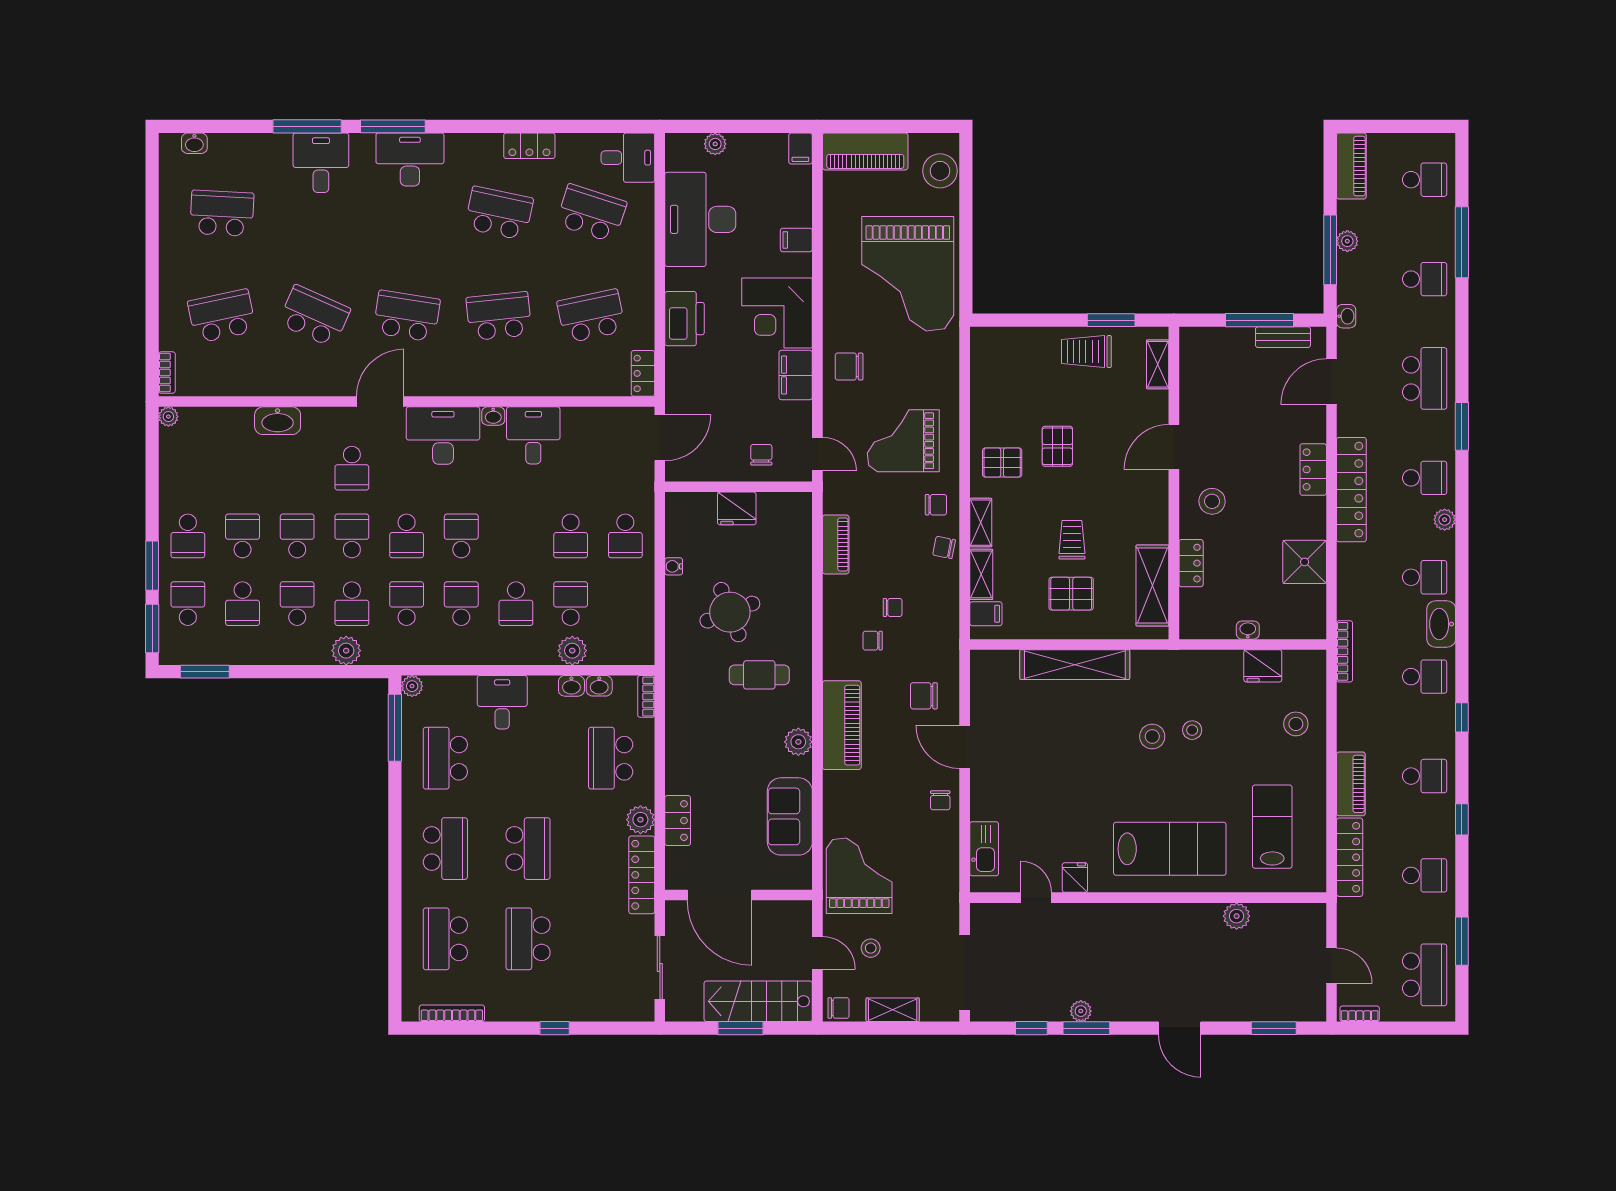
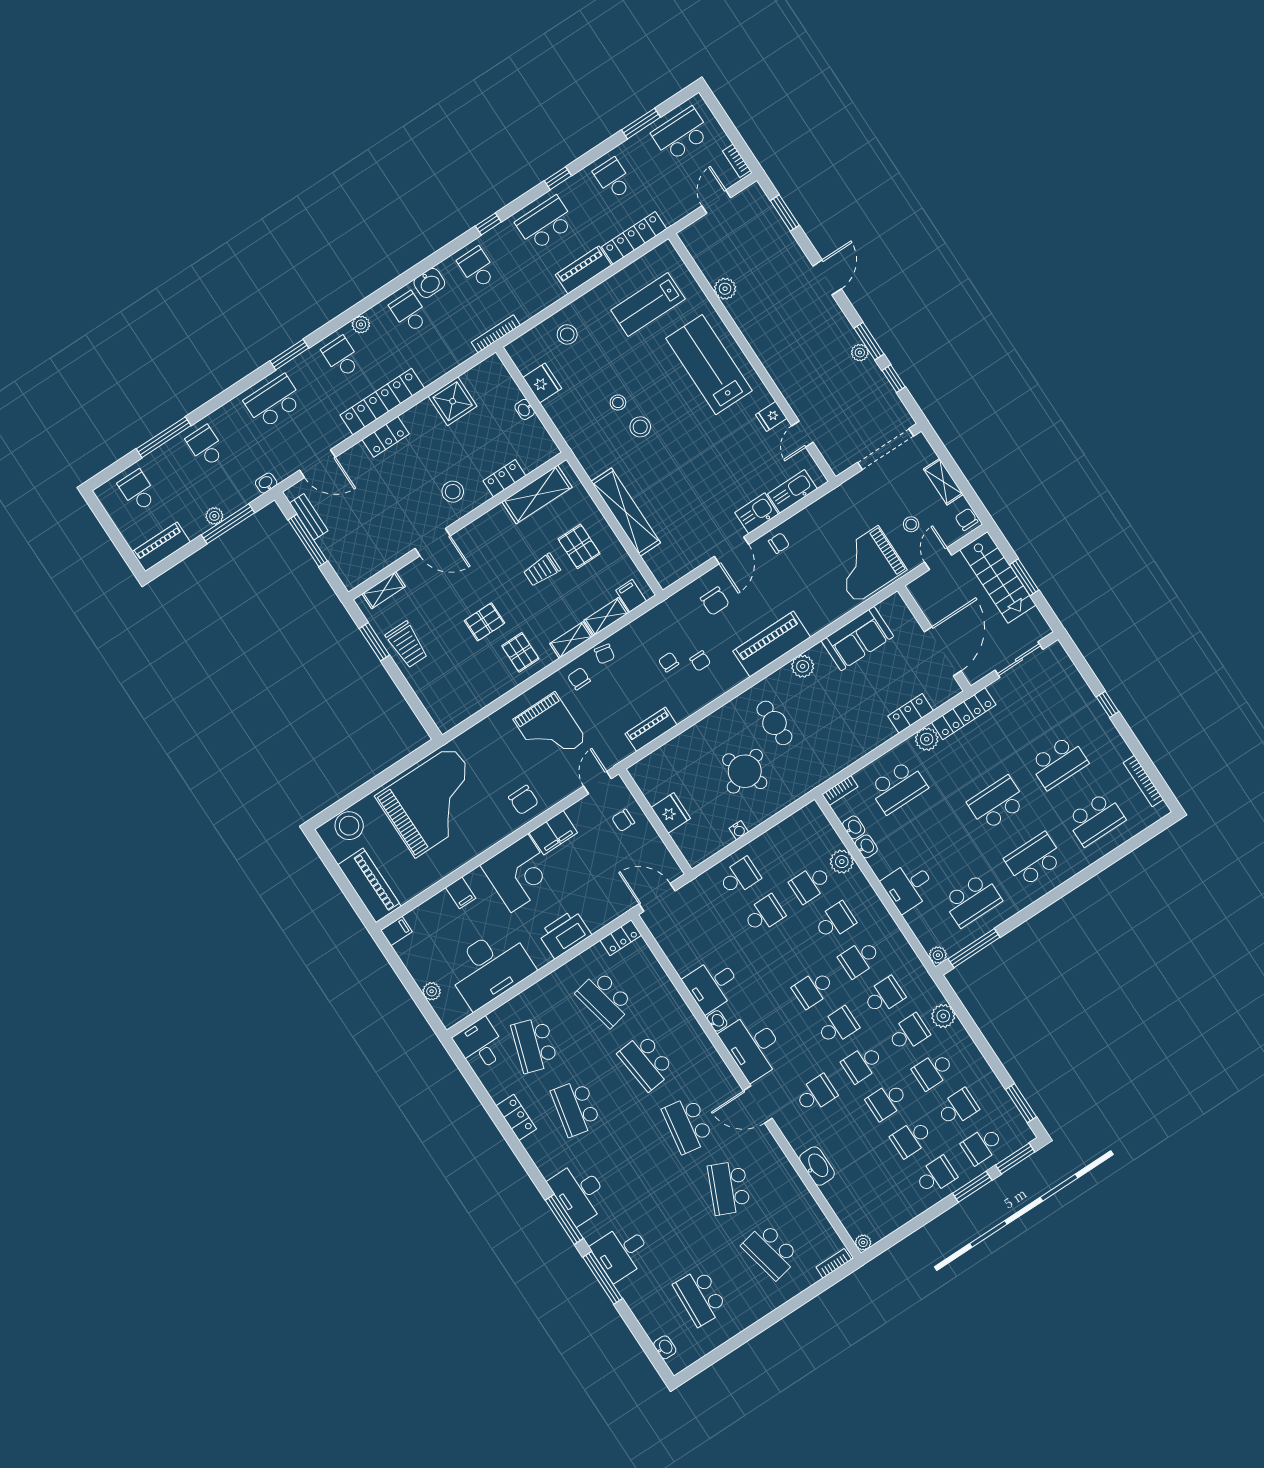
school desk: (407, 604) -> (884, 996), turned 180
washbasin: (1441, 624) -> (429, 283), width x0.72
school desk: (1425, 776) -> (545, 223), width x1.85
kitchen sink: (986, 798) -> (757, 513), added

